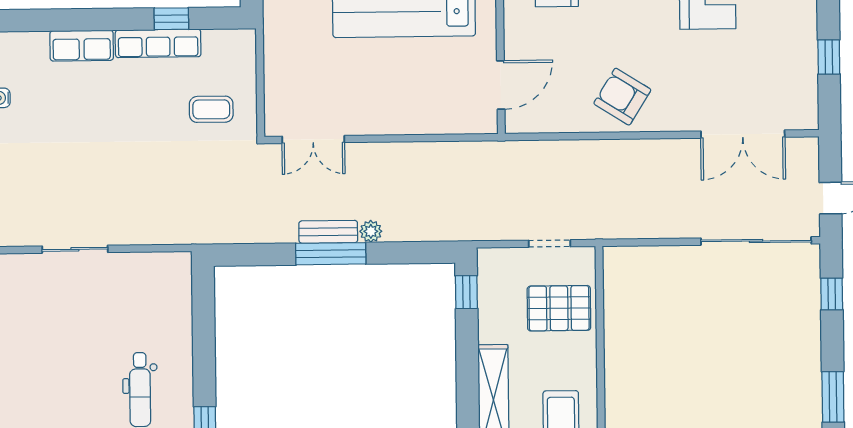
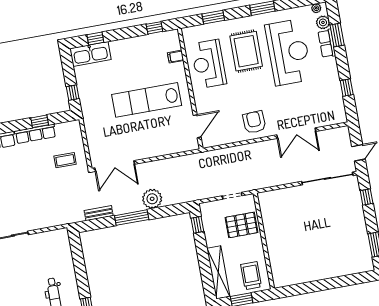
armchair: (622, 97) -> (254, 122), turned 55
double door: (743, 134) -> (296, 133), moved
double door: (313, 139) -> (115, 166), width x1.37
plant: (371, 231) -> (152, 199), width x1.88, depth x1.88
bench: (328, 232) -> (99, 213), moved

